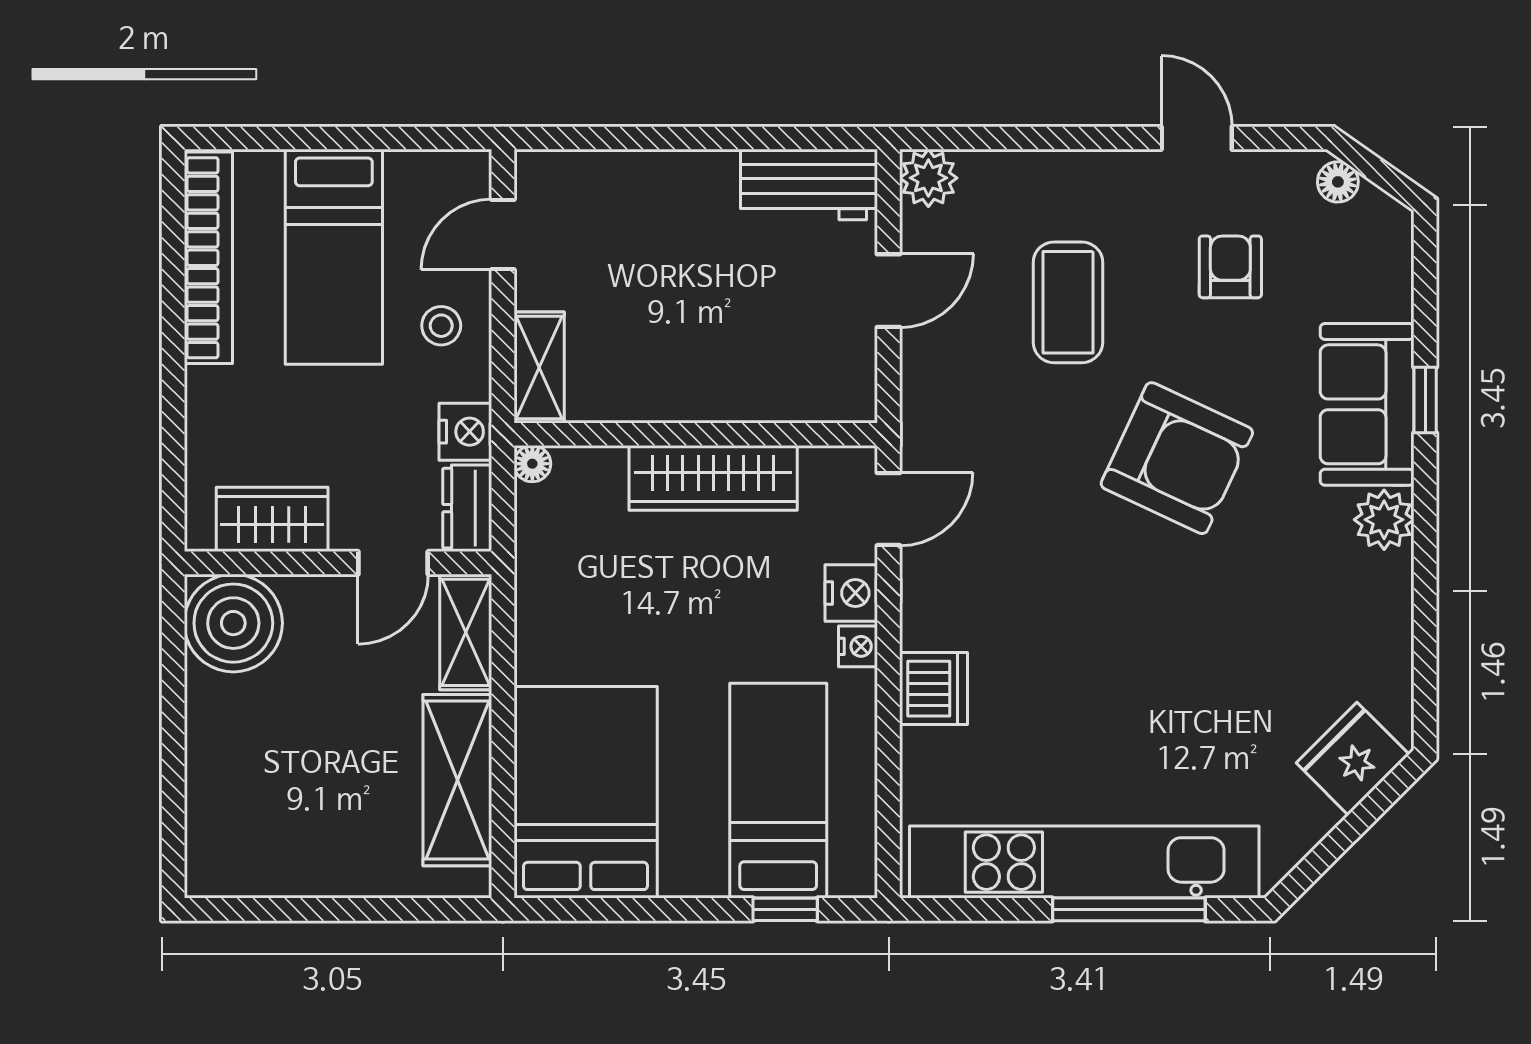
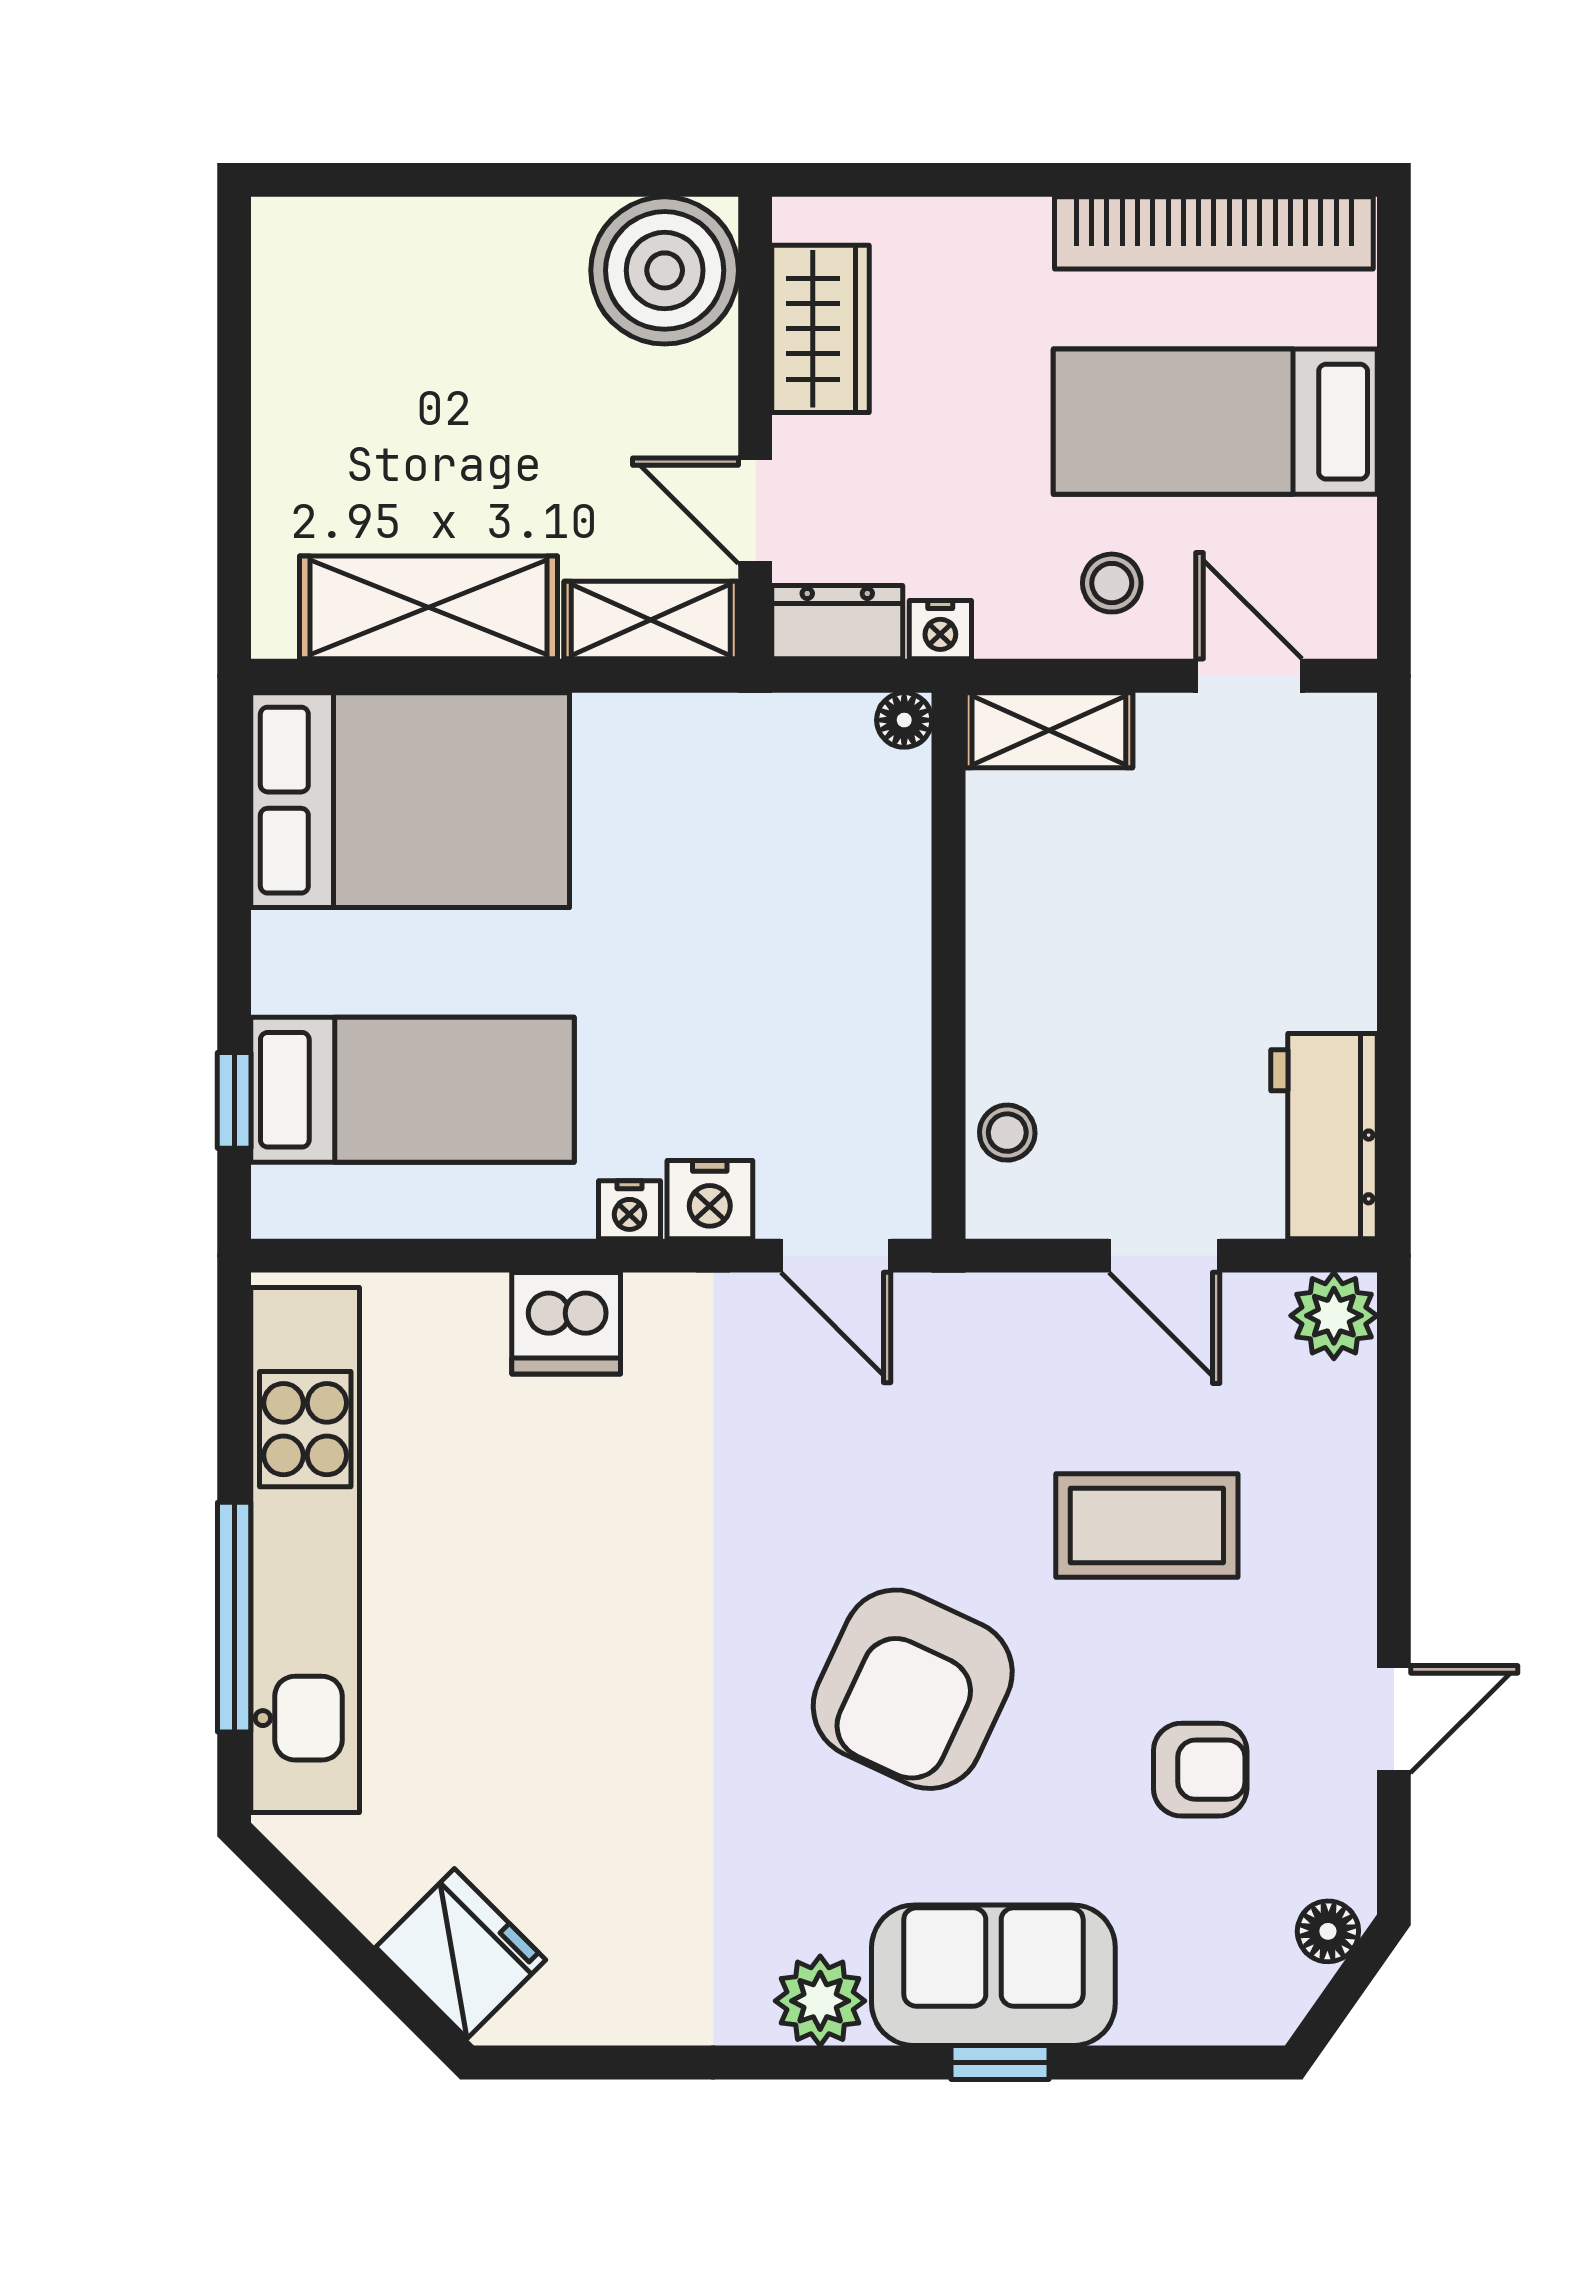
stool: (807, 395) -> (1007, 1133), added
nightstand: (465, 432) -> (940, 630), width x0.72, depth x0.74
wardrobe: (713, 478) -> (883, 992), removed

